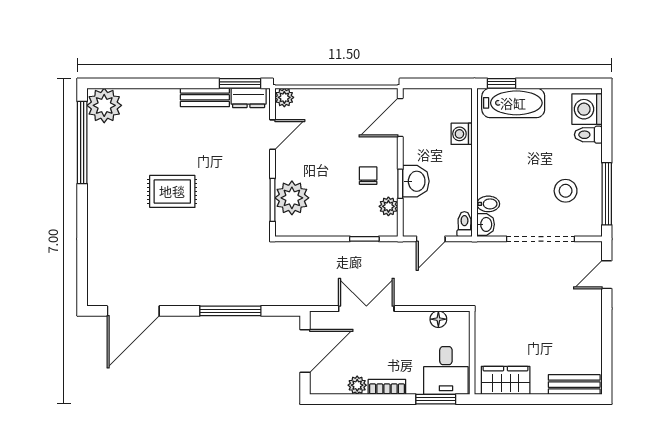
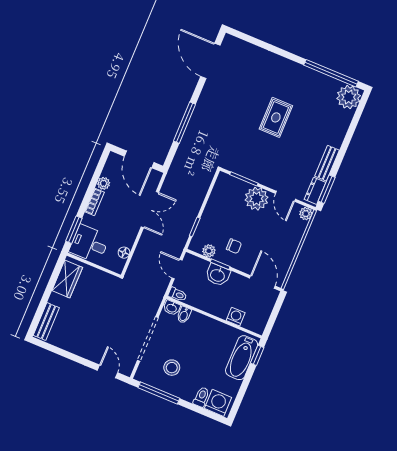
plant: (292, 198) -> (257, 199), moved

